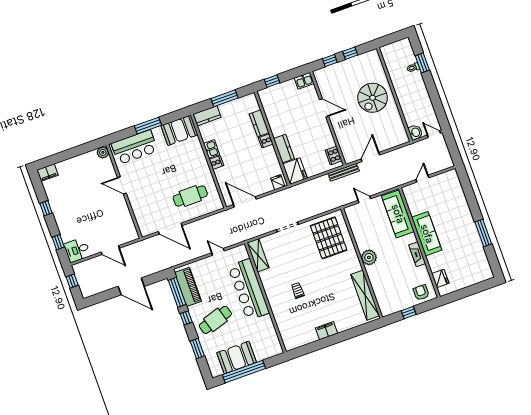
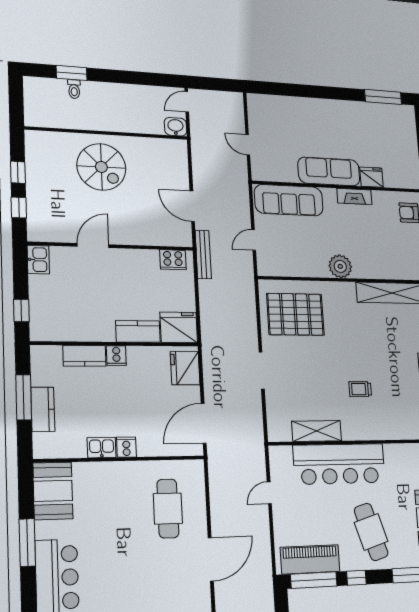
kitchen counter: (207, 116) -> (43, 409), moved
fridge: (278, 182) -> (185, 368), width x1.88, depth x1.34
window: (483, 233) -> (383, 97), moved
shelving: (258, 255) -> (317, 431), moved
fridge: (440, 278) -> (371, 177), moved

